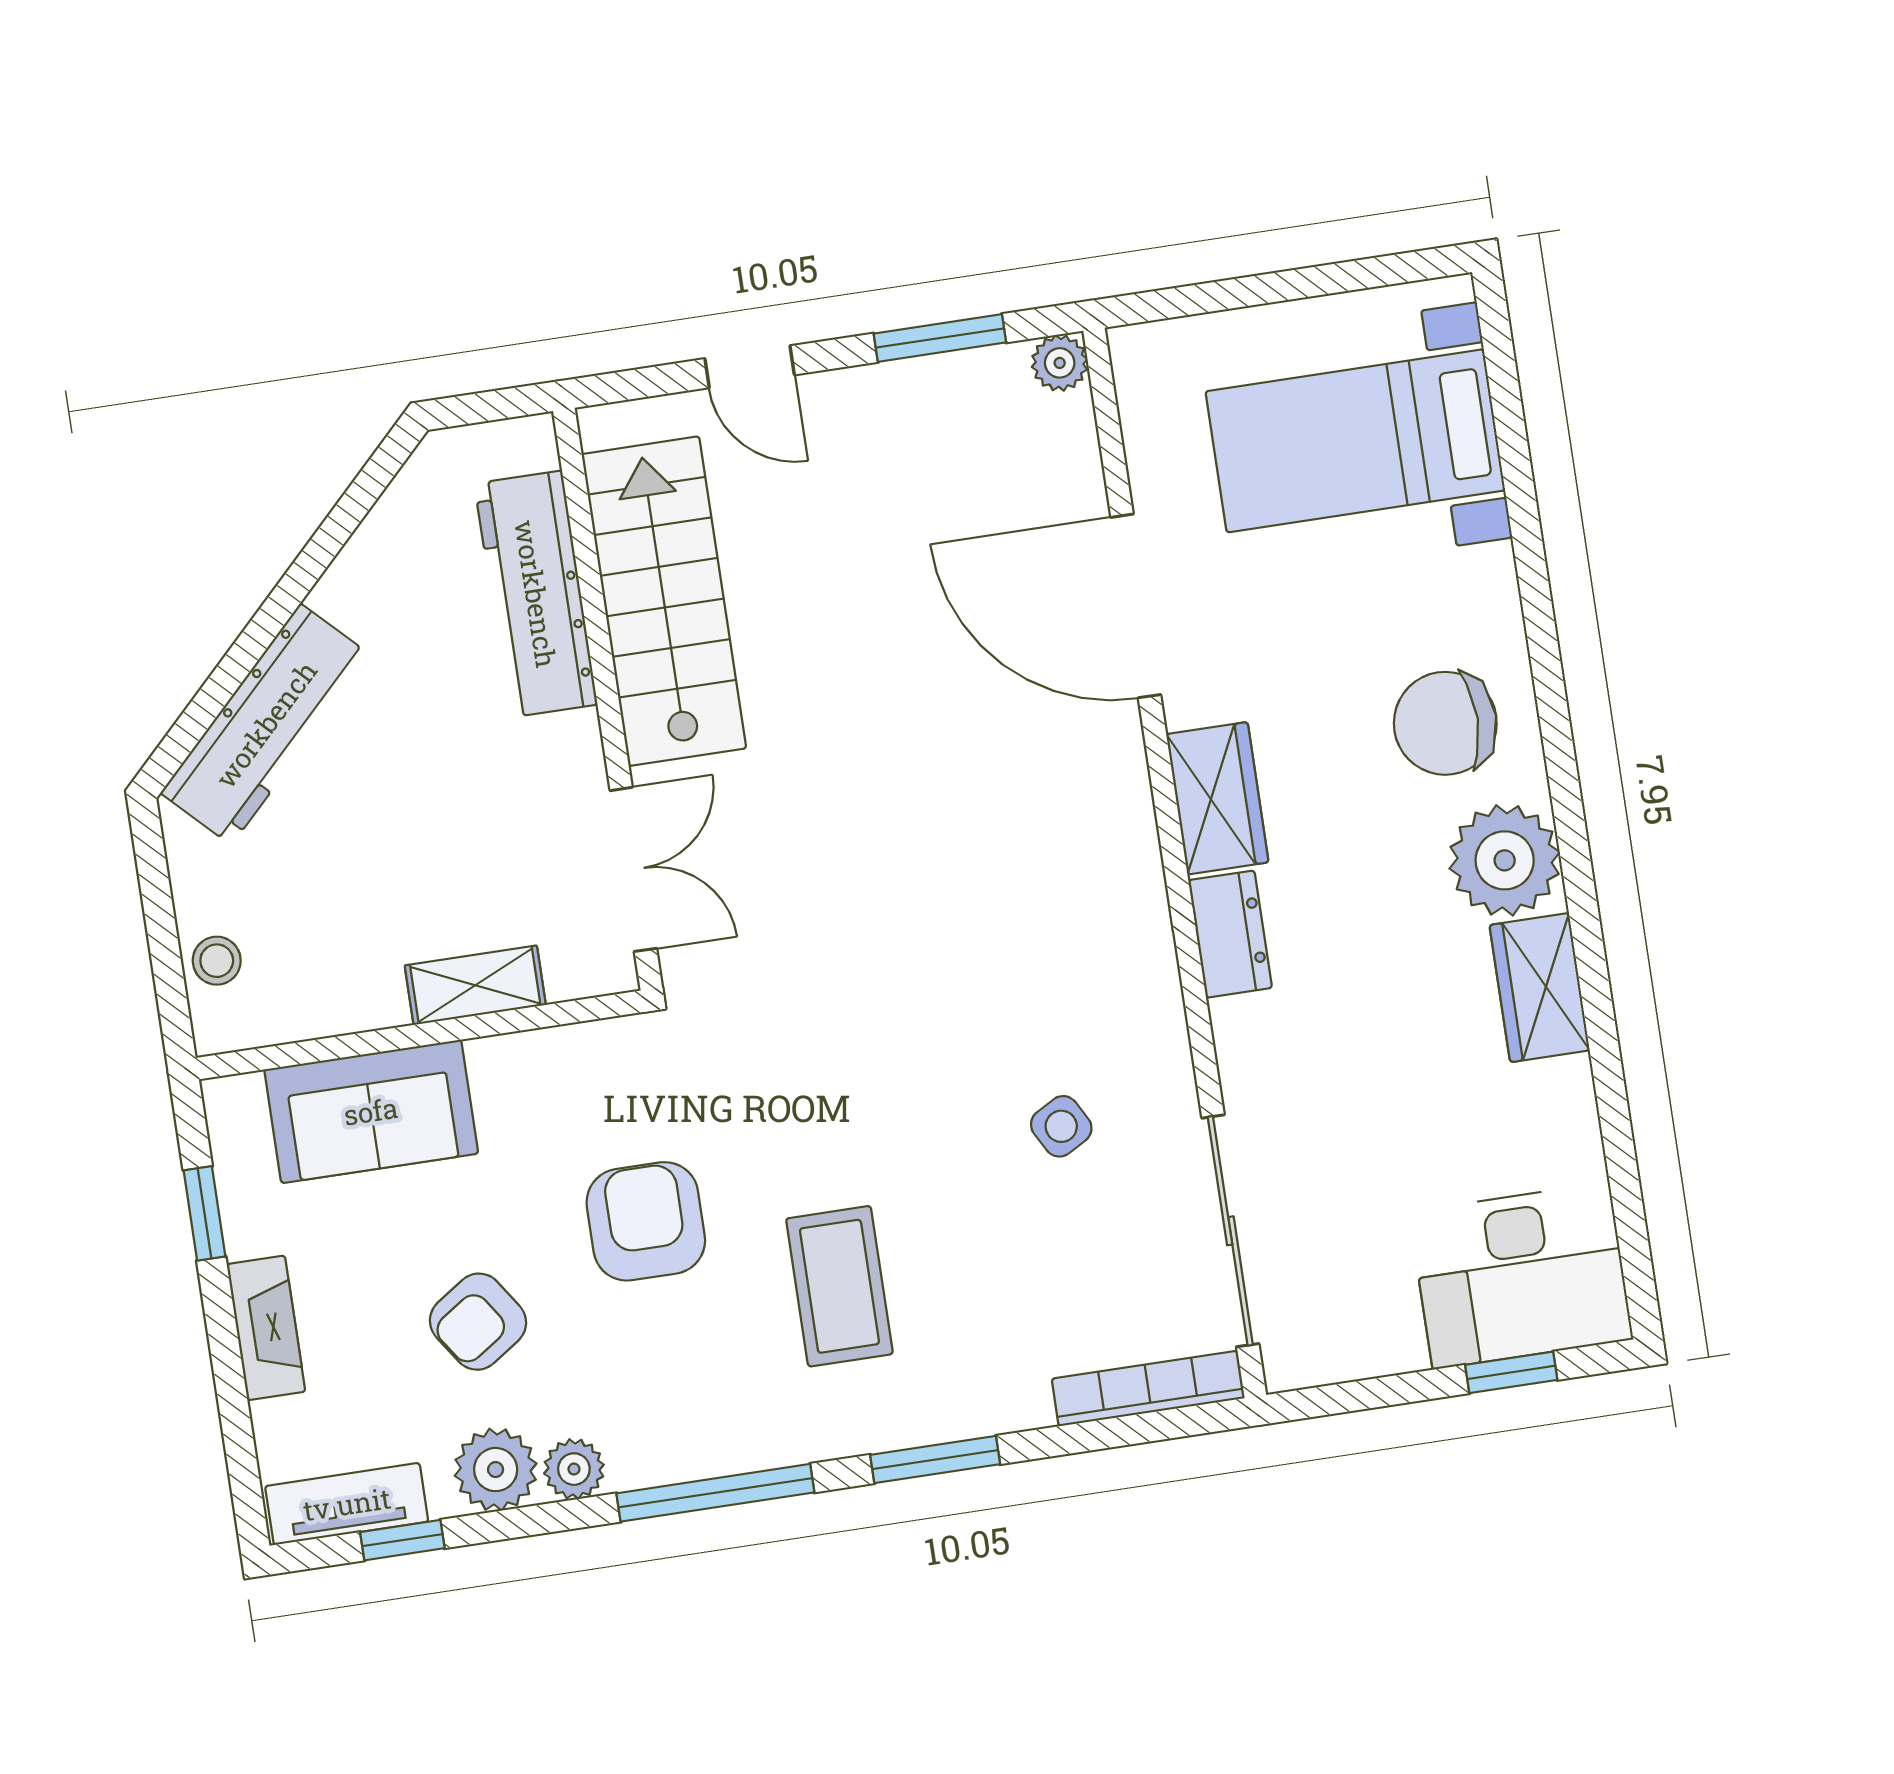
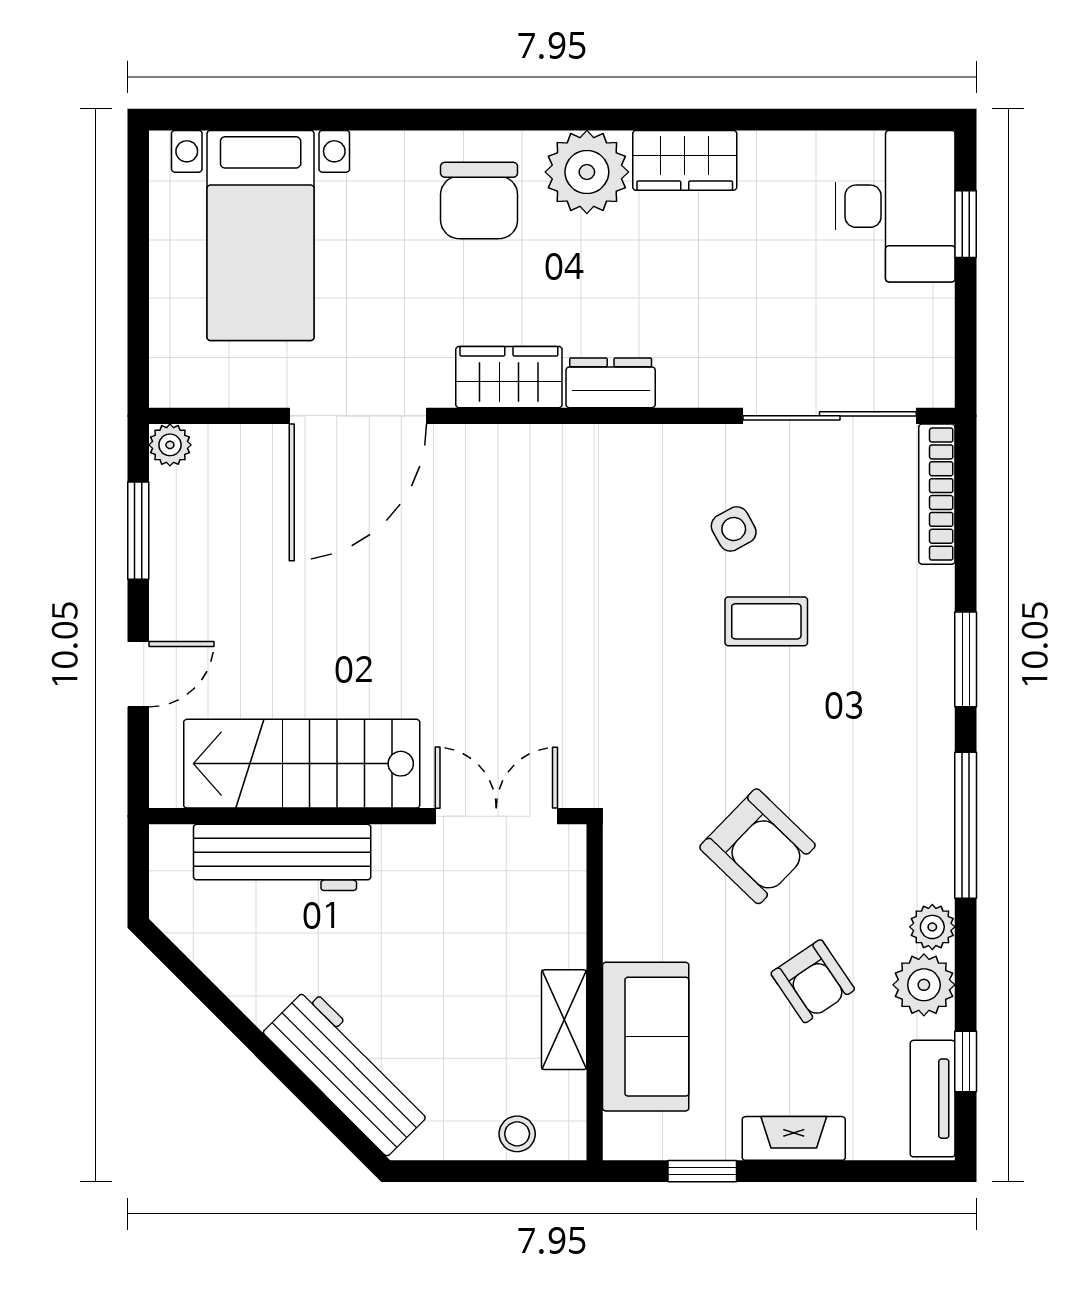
shelving: (475, 985) -> (564, 1020), moved
armchair: (646, 1221) -> (757, 846), turned -136
coffee table: (839, 1286) -> (766, 621), moved, width x0.73, depth x0.77

